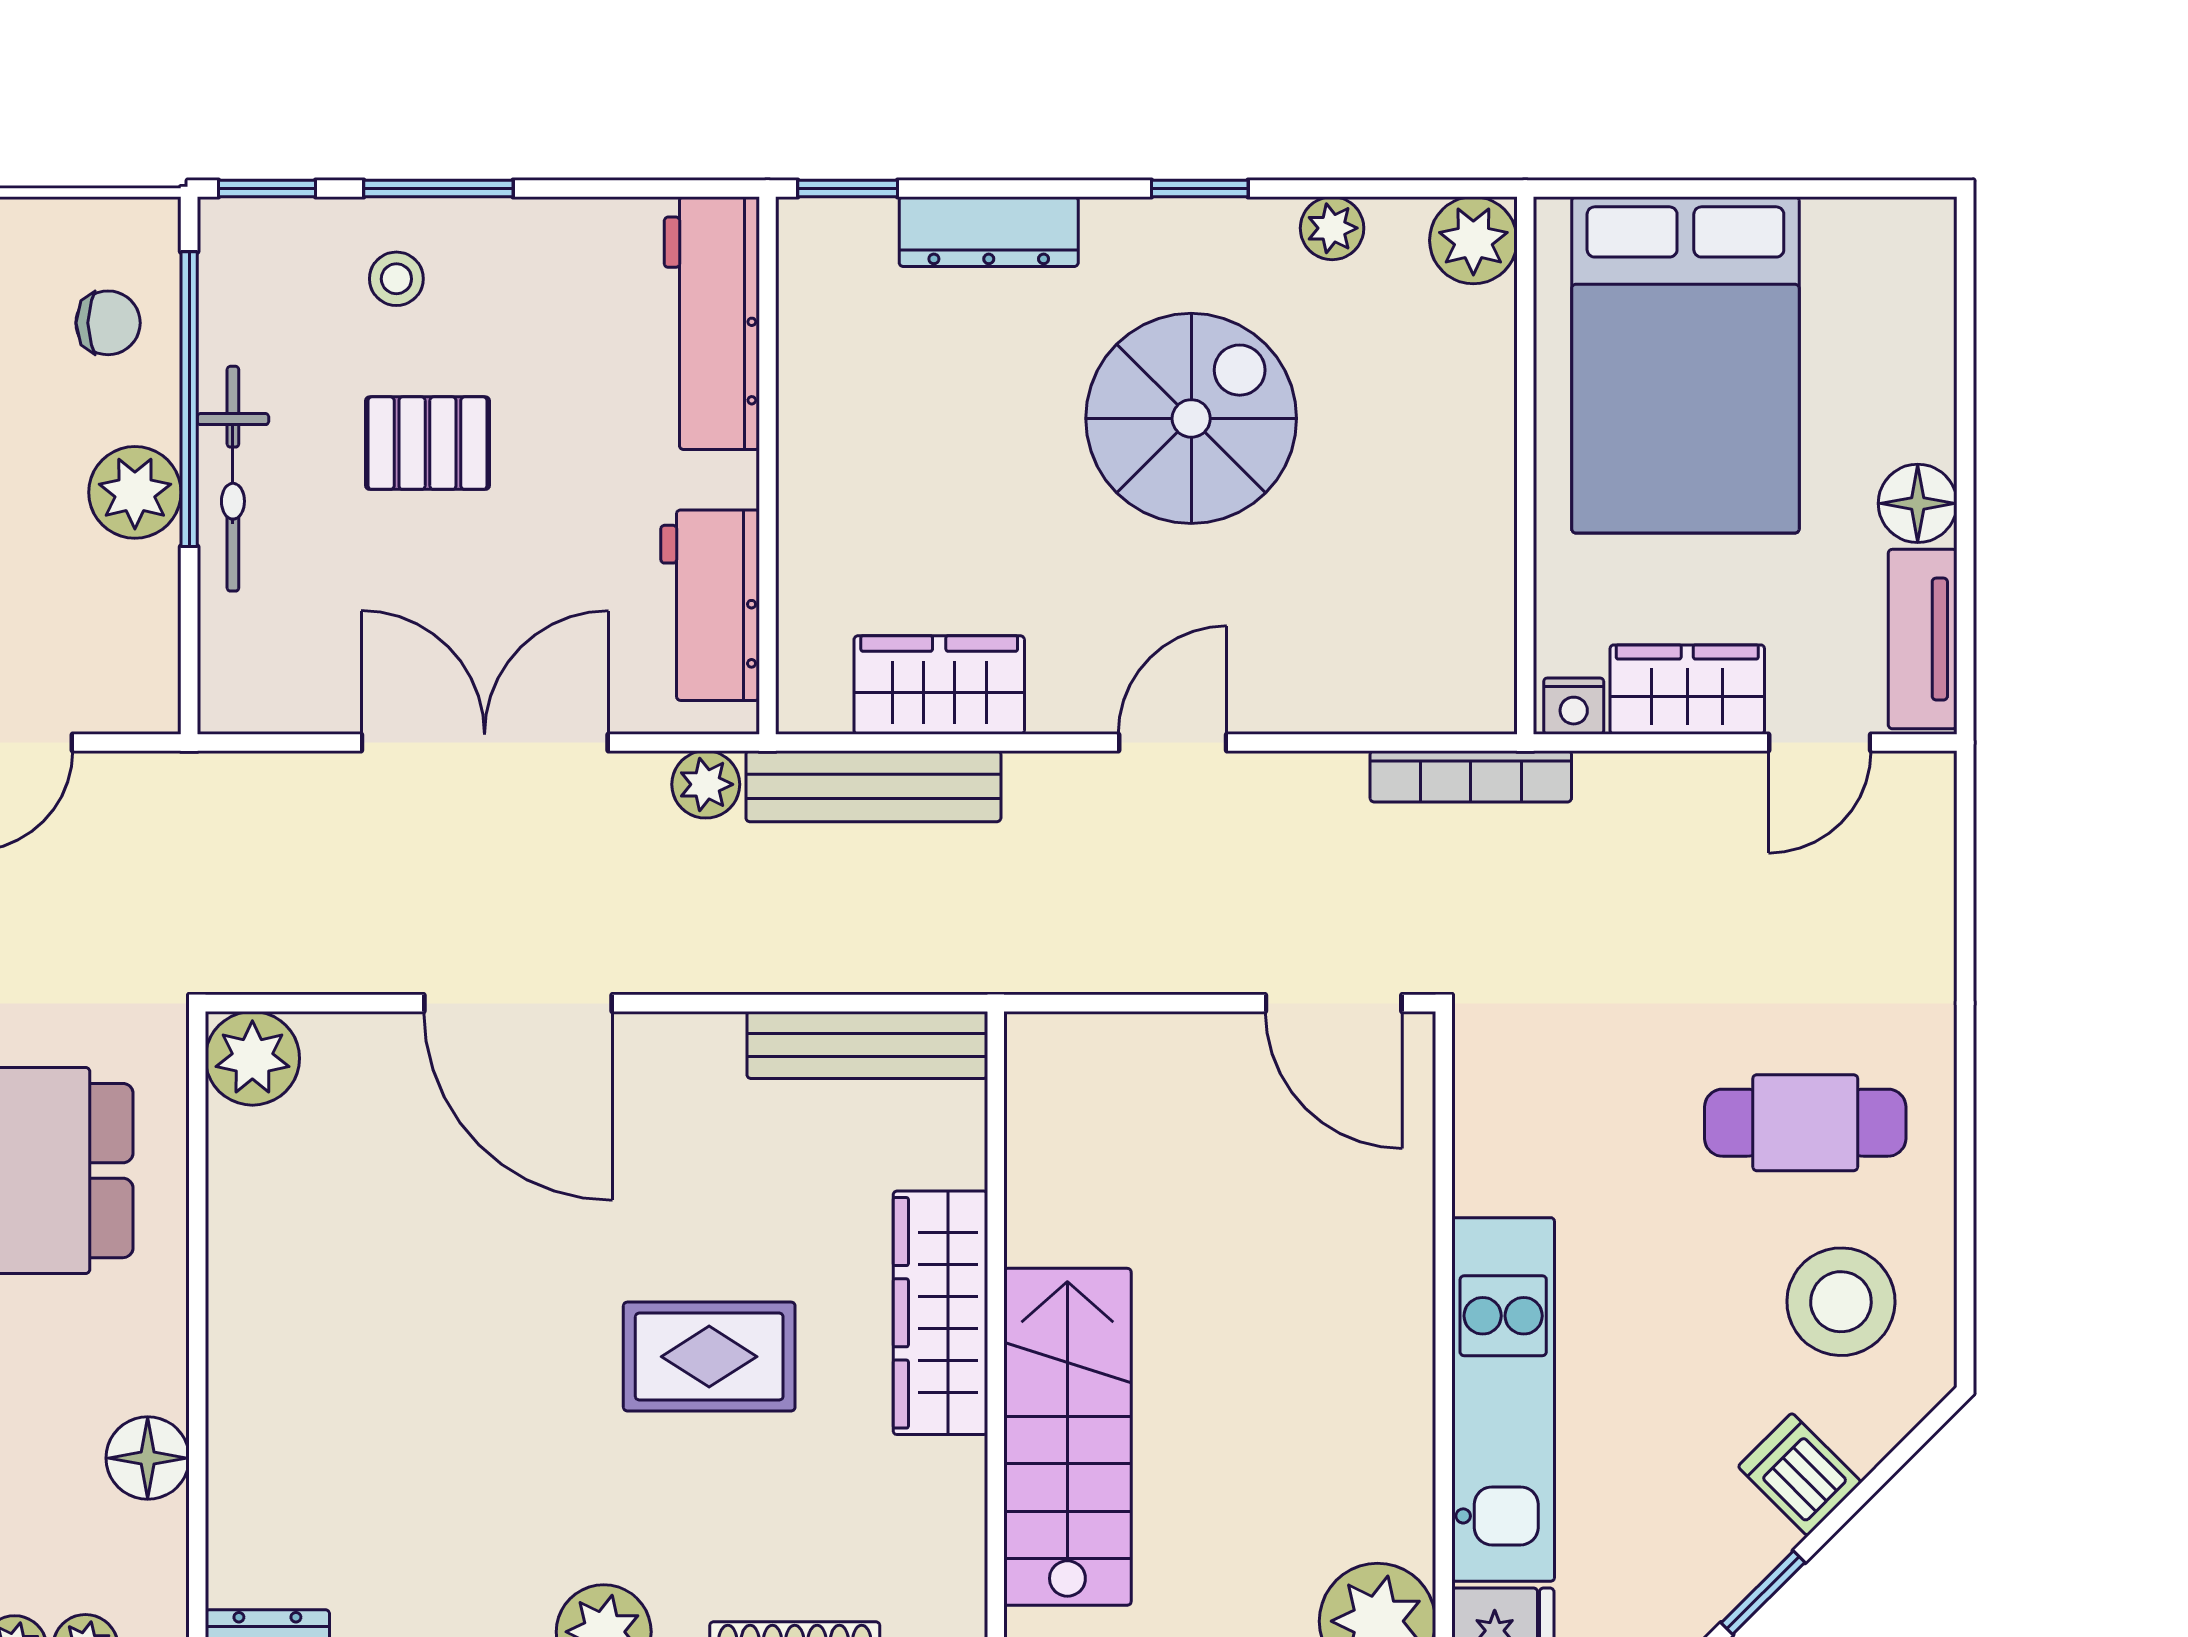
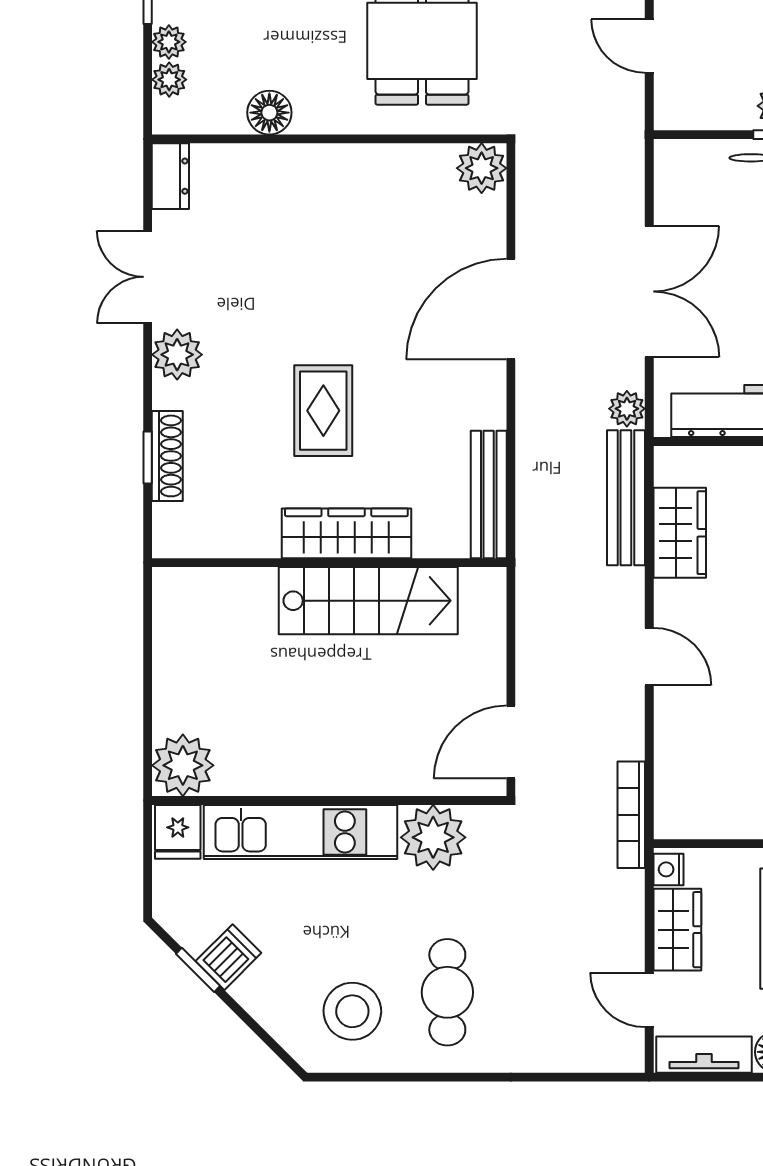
plant: (1513, 1150) -> (433, 837), added
stairs: (1067, 1437) -> (368, 601), moved
dishwasher: (1800, 1474) -> (228, 957), moved

